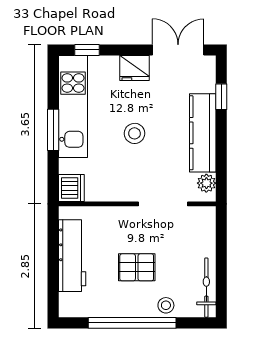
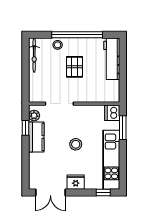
window: (221, 97) -> (26, 128), moved
window: (53, 130) -> (123, 128), moved
kitchen counter: (203, 133) -> (36, 137), width x0.67
workbench: (72, 256) -> (112, 59), moved
pallet: (137, 267) -> (74, 67), turned 90

